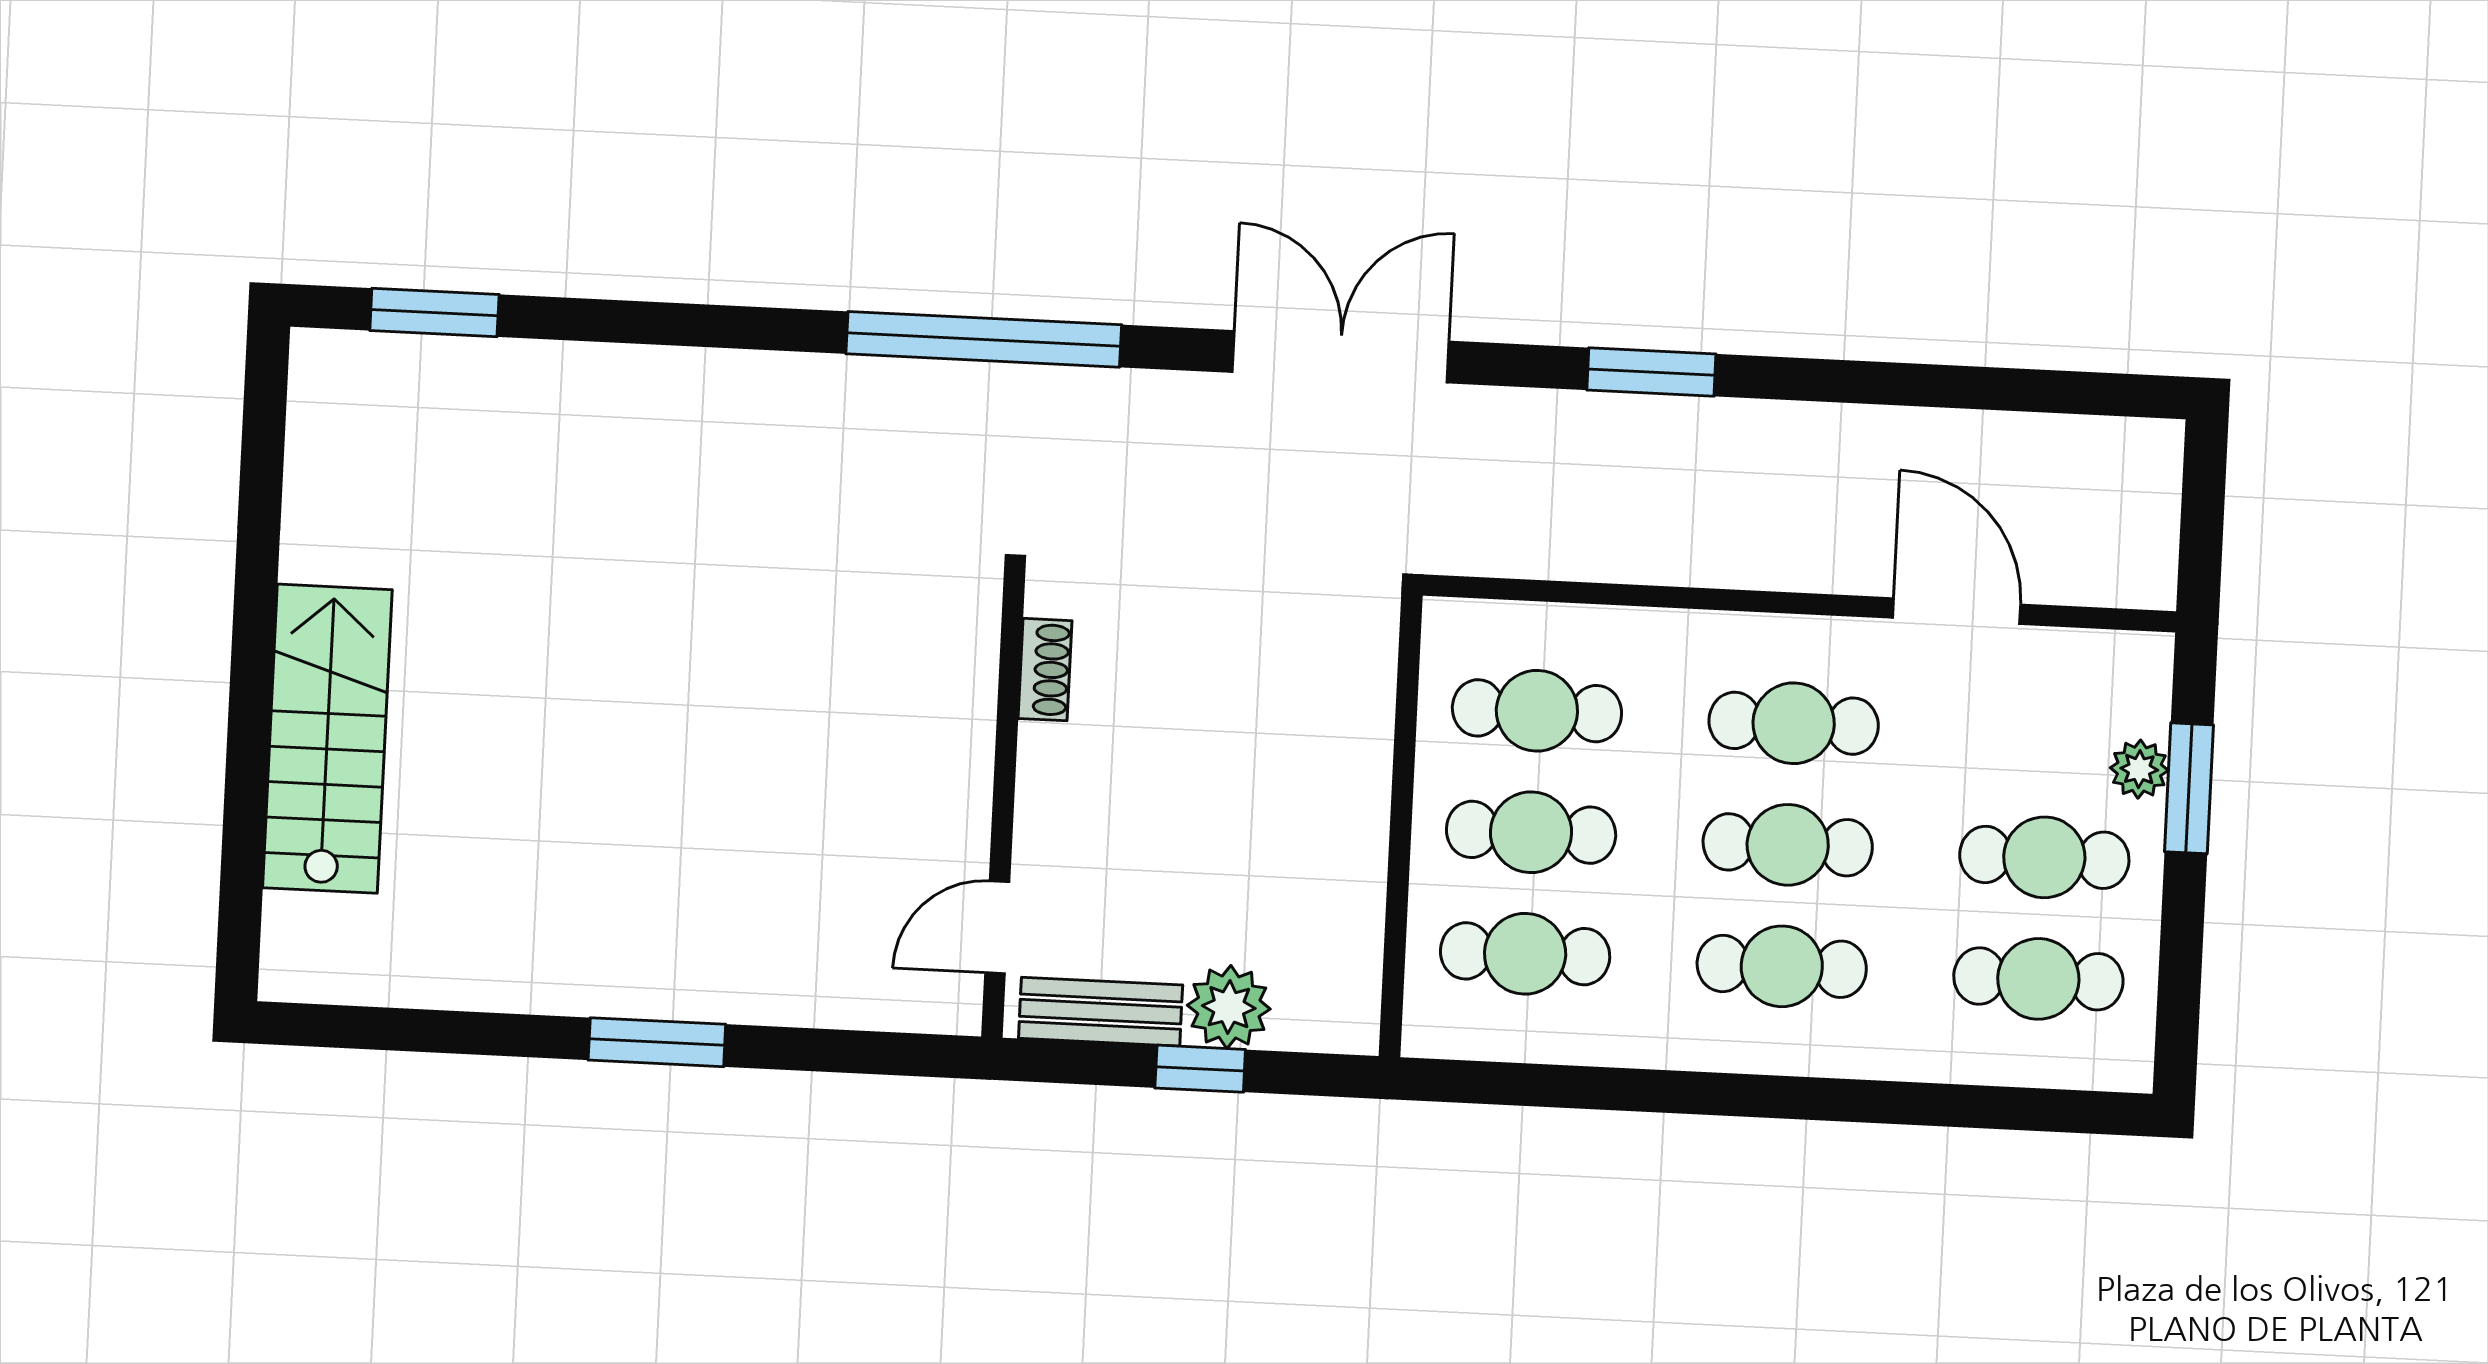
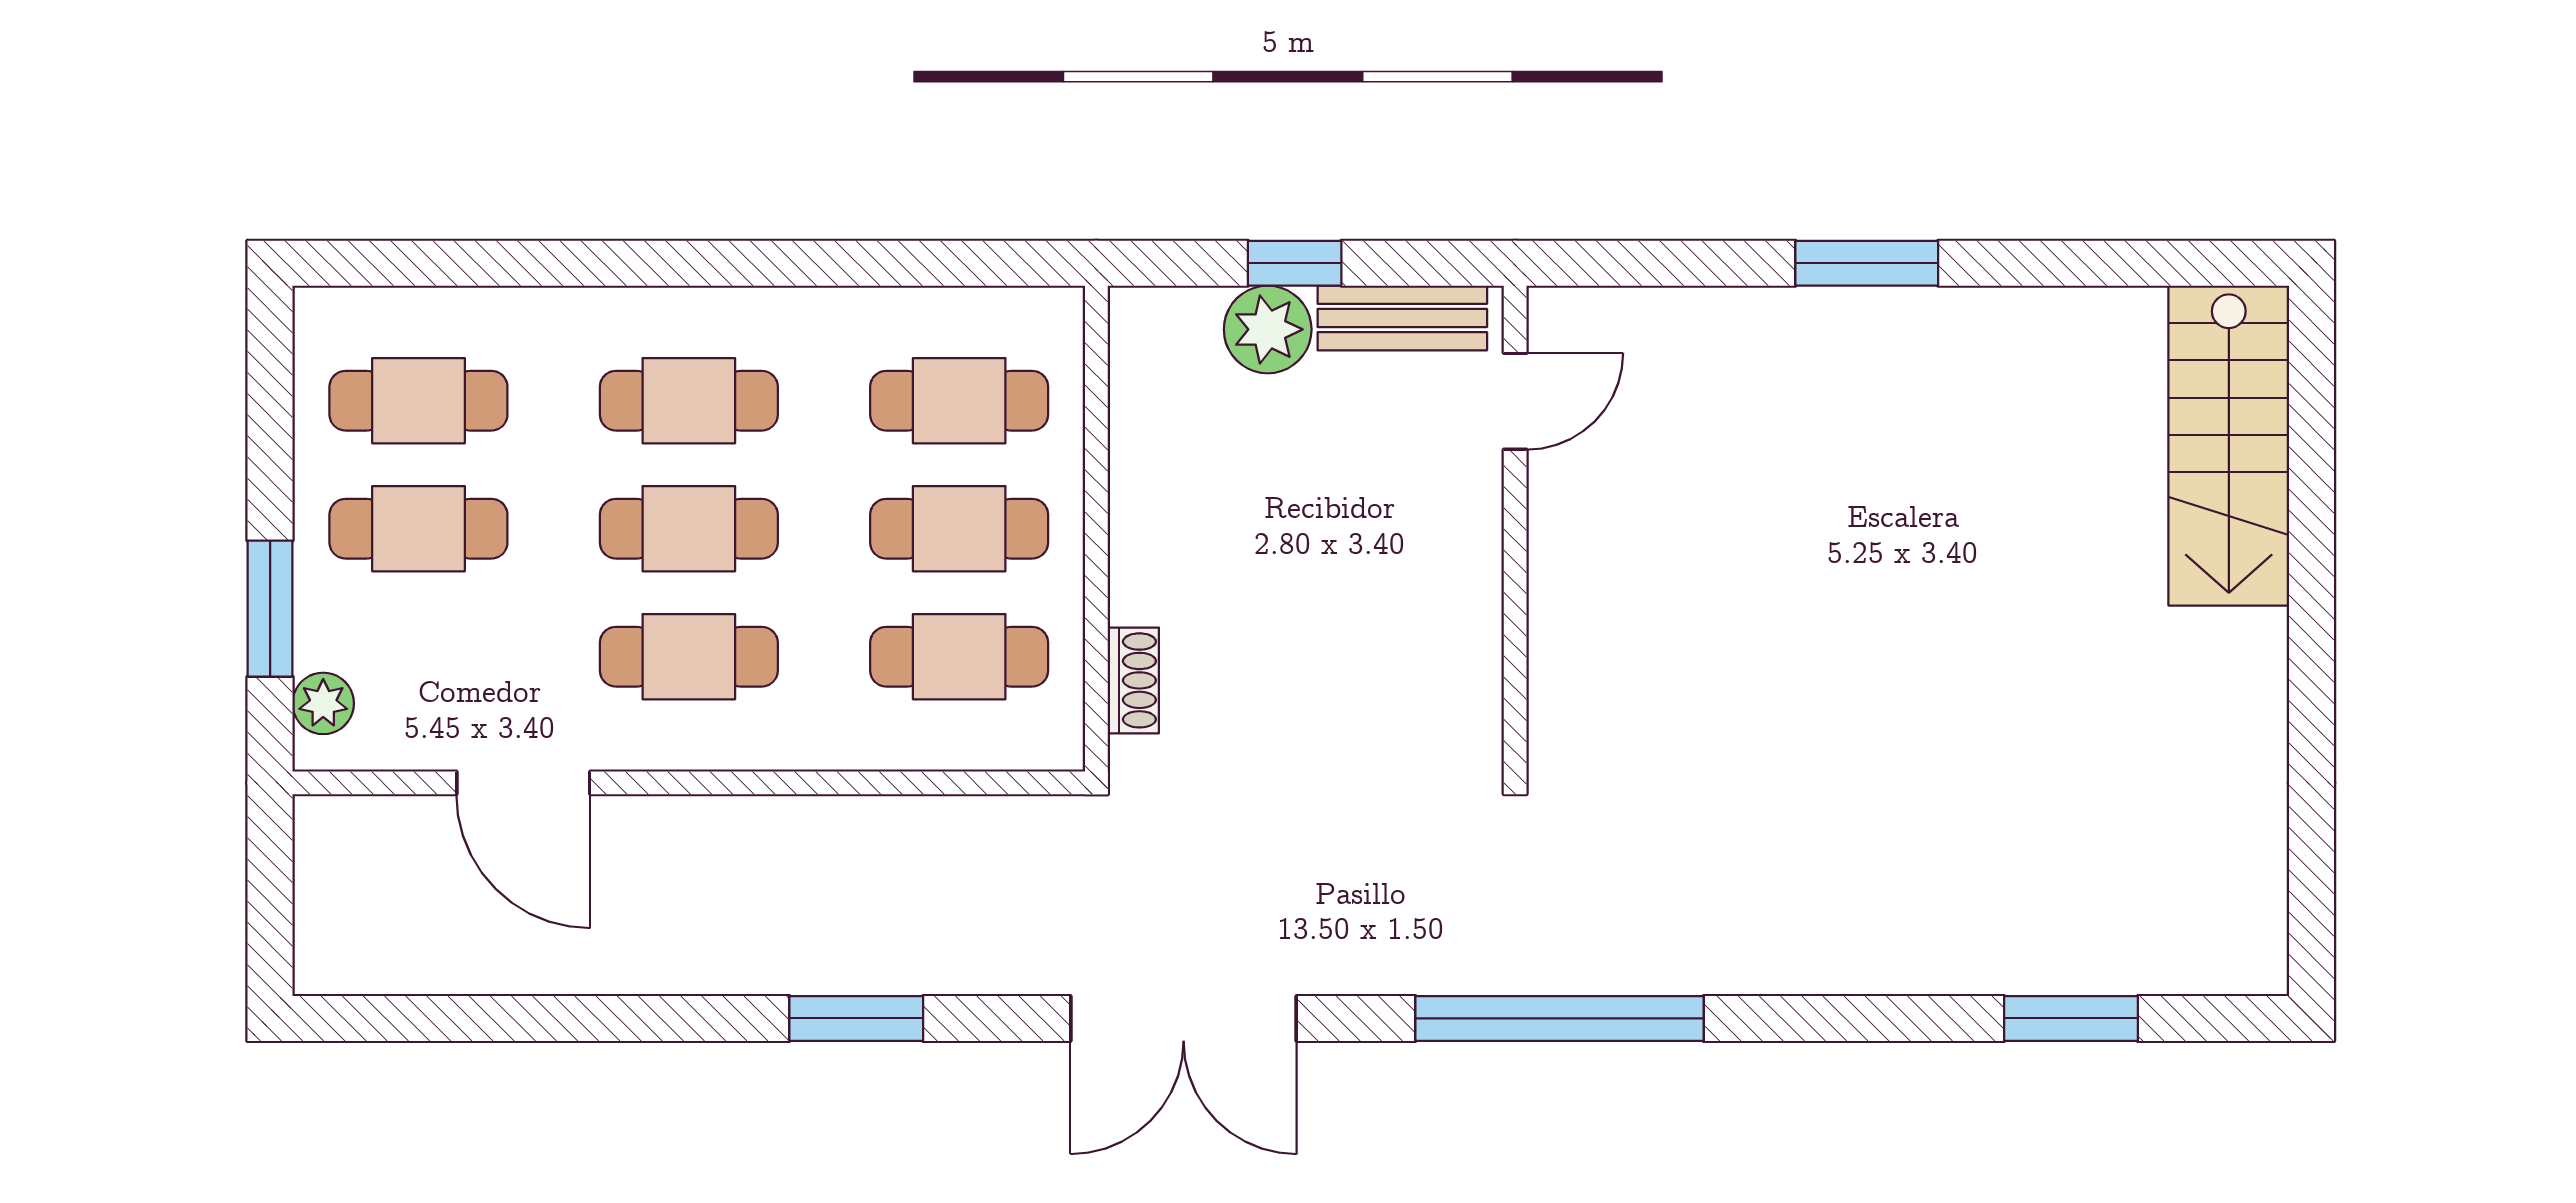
window: (434, 312) -> (2071, 1018), moved
shoe rack: (1045, 670) -> (1133, 680), moved, turned 180
stairs: (327, 739) -> (2229, 446), moved
plant: (2139, 769) -> (323, 703), moved

